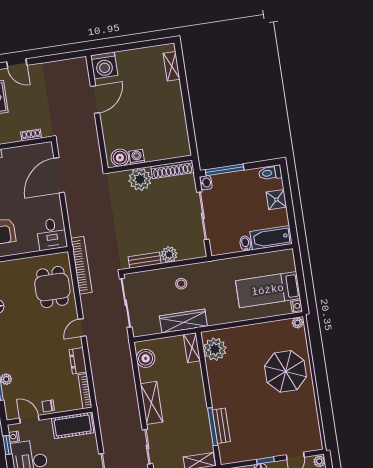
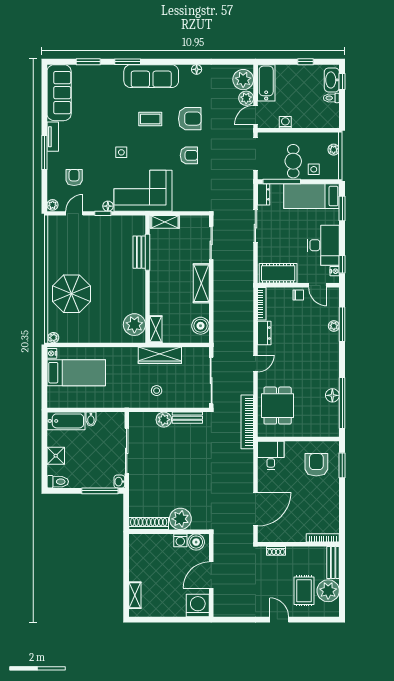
washing machine: (137, 157) -> (180, 540), moved
boiler: (120, 158) -> (196, 542), moved
wall: (150, 164) -> (169, 532), moved
shoe rack: (172, 169) -> (149, 524), moved
plant: (140, 179) -> (180, 519), moved

